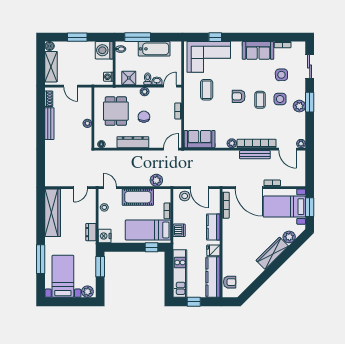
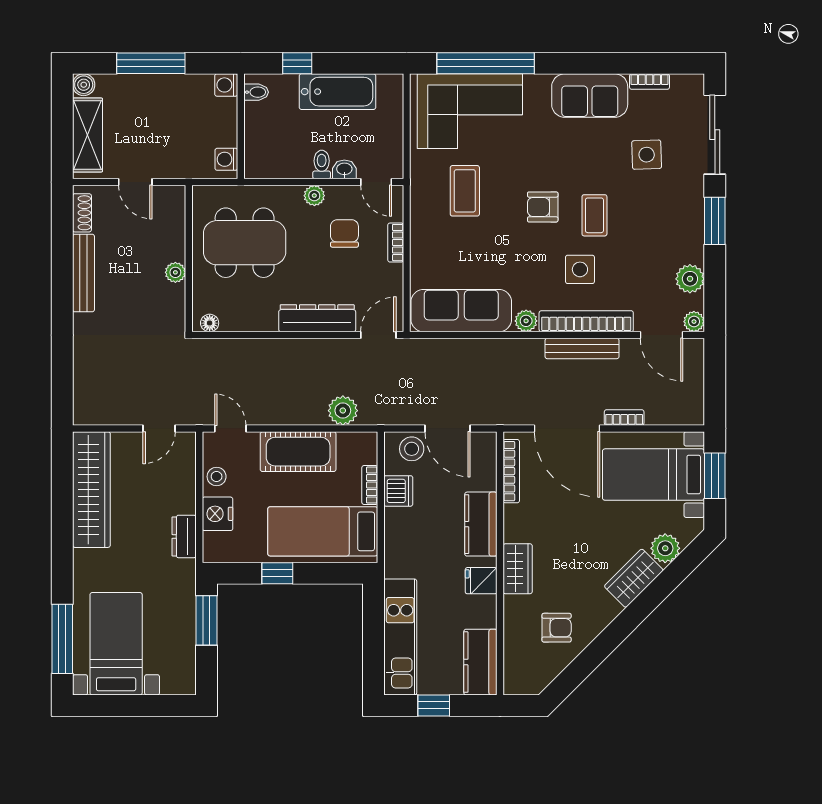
window: (77, 37) -> (151, 63), width x1.44
window: (138, 37) -> (297, 63), width x0.46
window: (215, 37) -> (486, 63), width x3.17
washing machine: (104, 50) -> (226, 85), width x0.53, depth x0.53
sliding door: (310, 67) -> (715, 135), width x1.37
shower: (129, 78) -> (276, 162), removed
door: (170, 86) -> (376, 182), swing flipped
side table: (280, 99) -> (580, 269), moved
plant: (299, 106) -> (690, 279), moved
dining table: (116, 111) -> (245, 243), width x1.38
chair: (144, 117) -> (344, 233), moved
sofa: (200, 139) -> (461, 311), width x1.36
dresser: (133, 142) -> (317, 318), moved
dishwasher: (179, 230) -> (398, 491), moved
nightstand: (105, 236) -> (217, 514), moved
wardrobe: (228, 245) -> (518, 569), added
window: (152, 247) -> (277, 573), moved
wardrobe: (272, 253) -> (634, 578), width x0.67
window: (41, 259) -> (62, 639), moved
kitchen counter: (213, 277) -> (480, 662), width x0.67
armchair: (230, 282) -> (557, 628), moved
plant: (87, 292) -> (176, 681), removed

